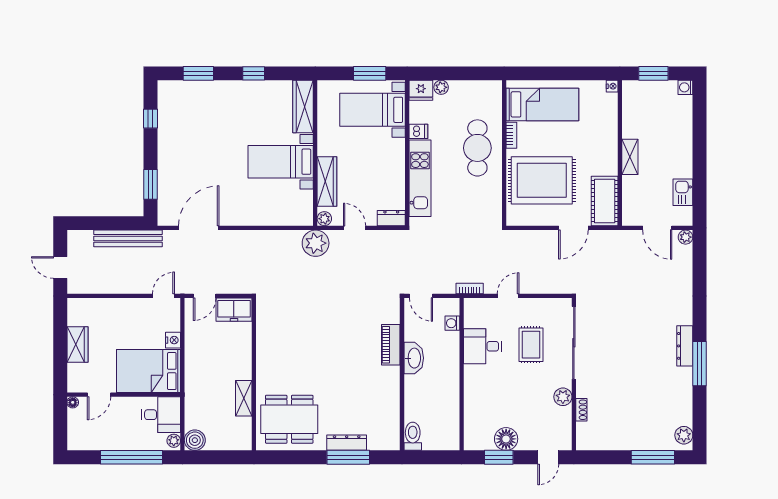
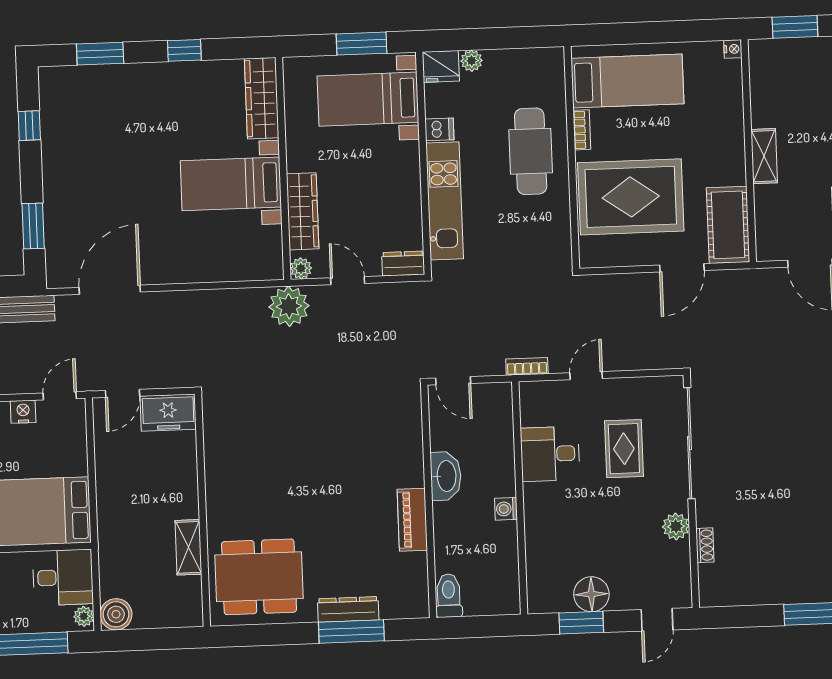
washing machine: (452, 323) -> (506, 509), moved
nightstand: (173, 340) -> (23, 412), moved, turned -90
piano: (391, 345) -> (412, 520), moved

